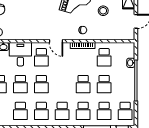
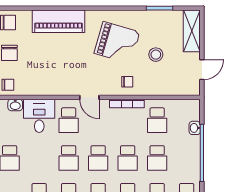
school desk: (20, 84) -> (98, 158), moved

